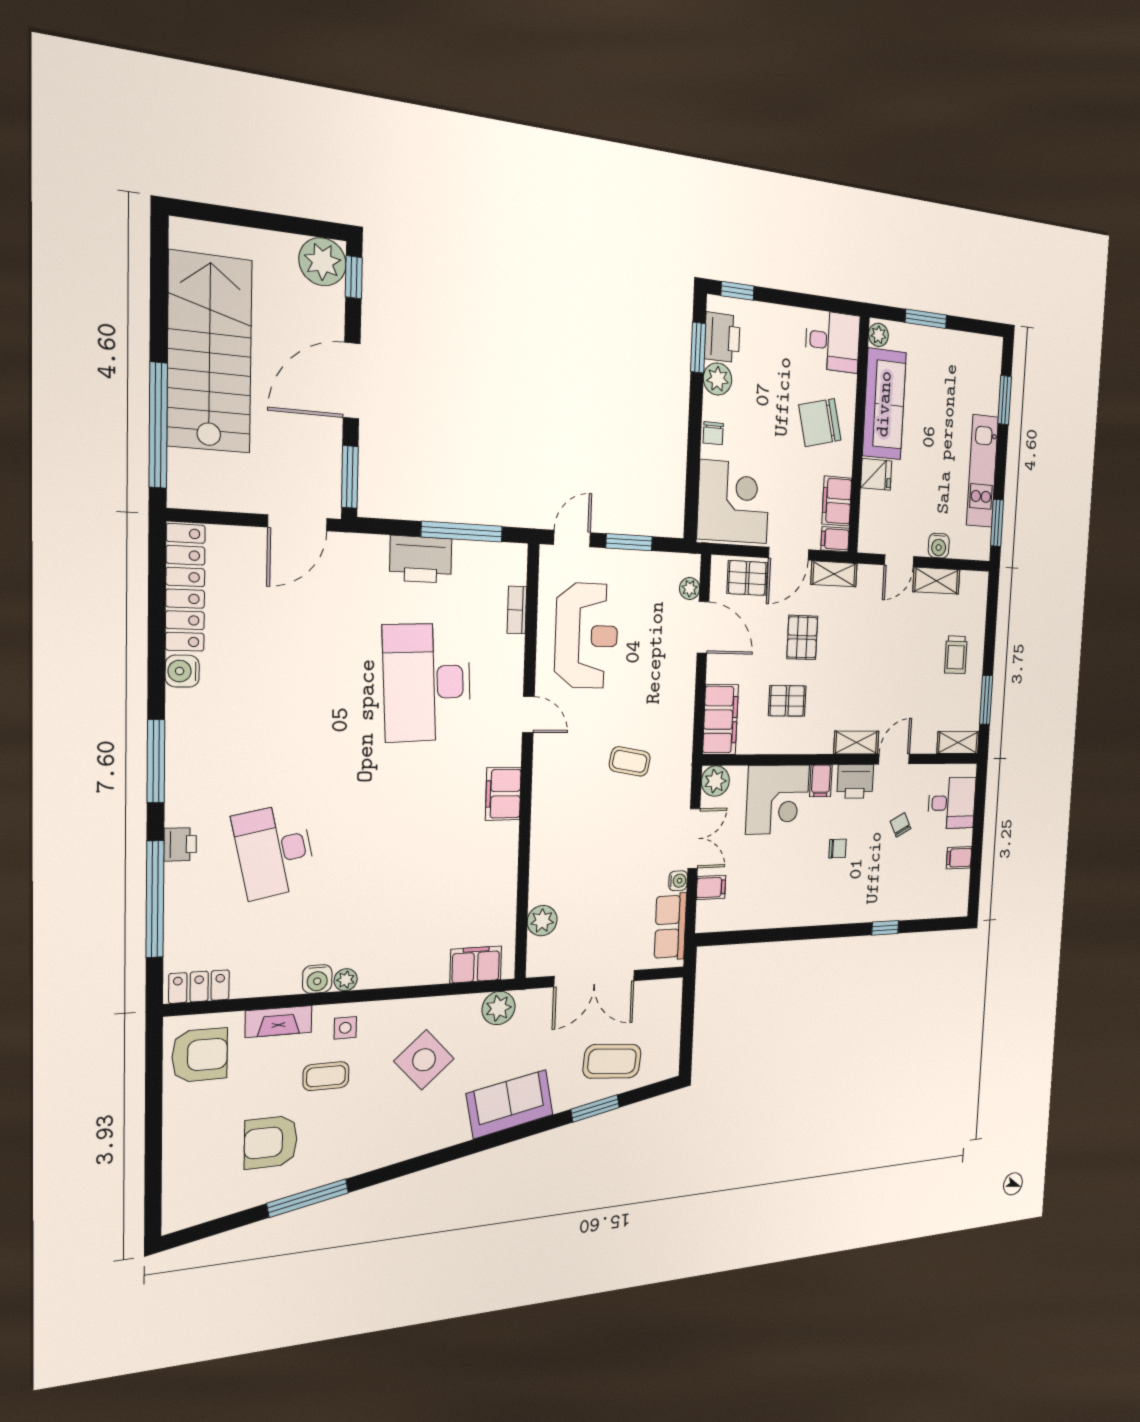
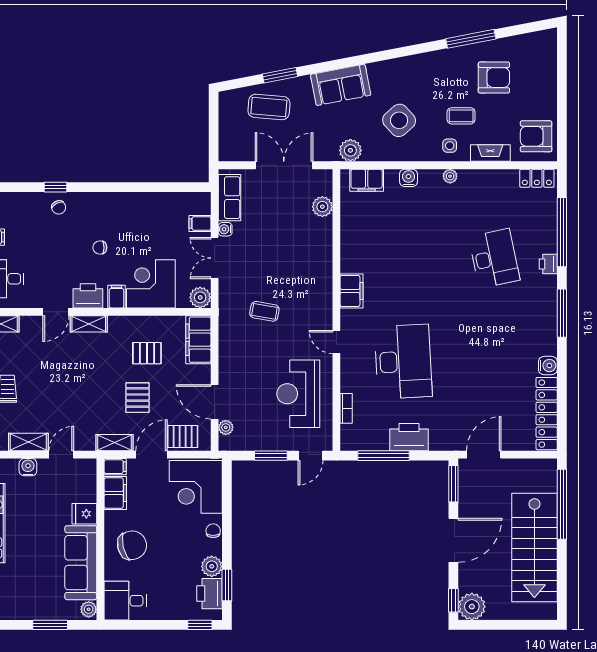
chair: (901, 825) -> (59, 207), moved
water cooler: (317, 979) -> (408, 178), moved

